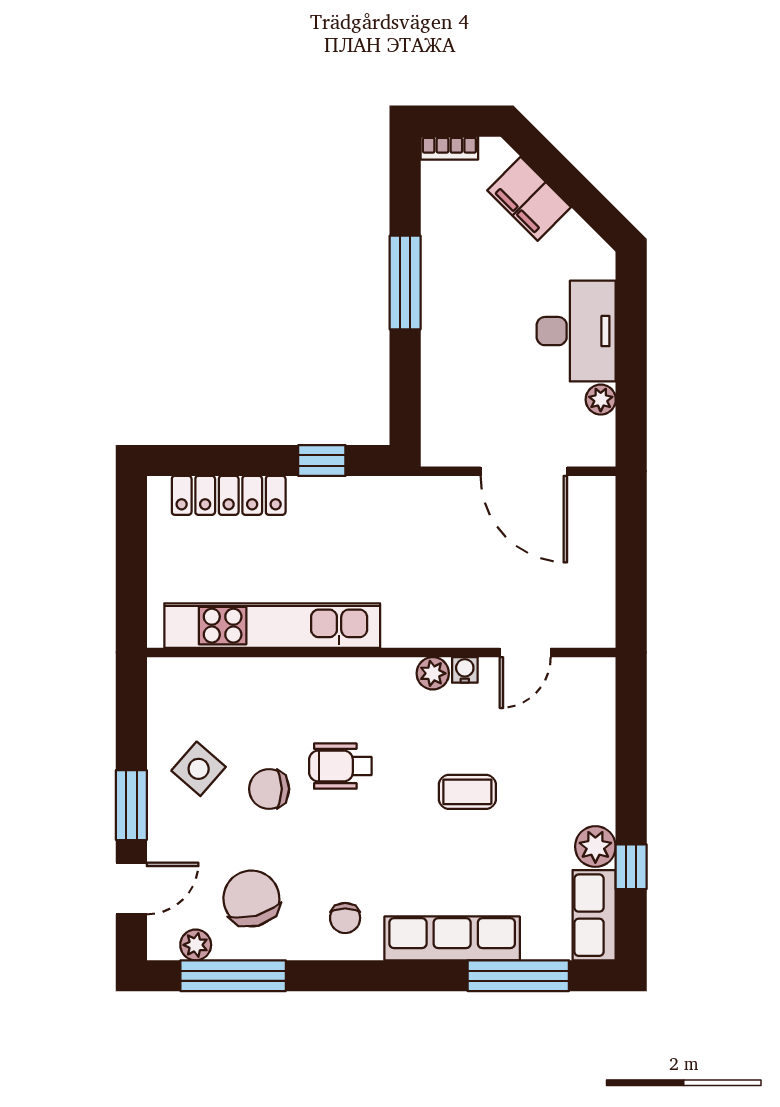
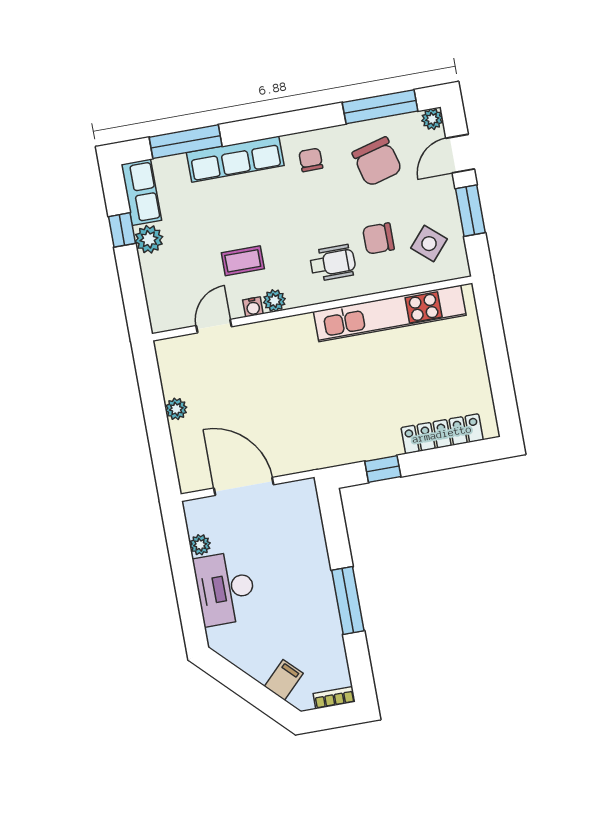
filing cabinet: (529, 199) -> (284, 680), width x0.50
plant: (600, 599) -> (176, 409), added
kitchen unit: (272, 626) -> (390, 313), moved
wall: (381, 653) -> (312, 308), moved
door: (525, 653) -> (214, 326), moved
water cooler: (465, 670) -> (253, 307), moved
plant: (433, 673) -> (274, 301), moved
chair: (269, 789) -> (378, 238), turned 180
plant: (196, 945) -> (432, 119), moved

